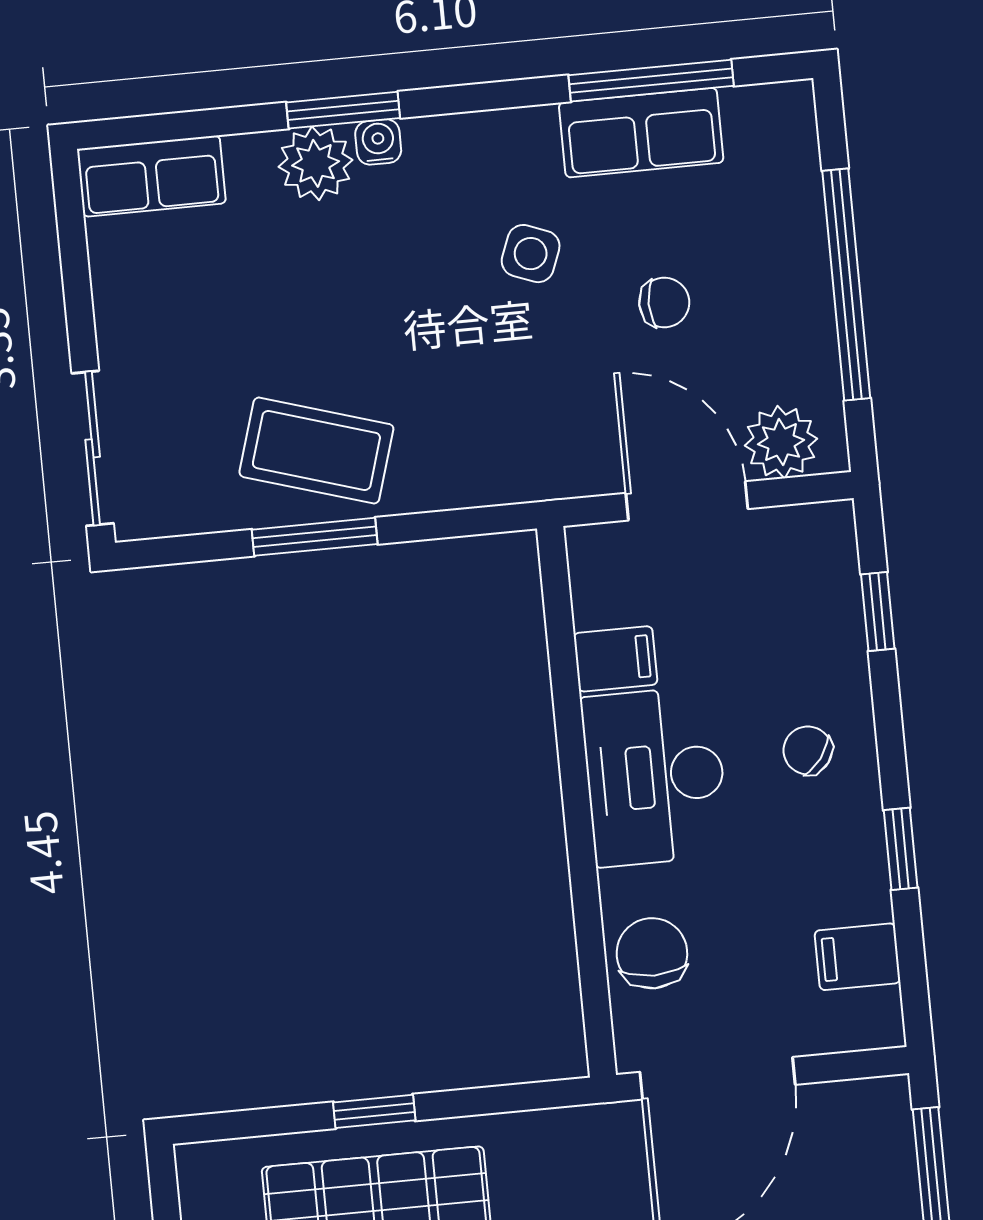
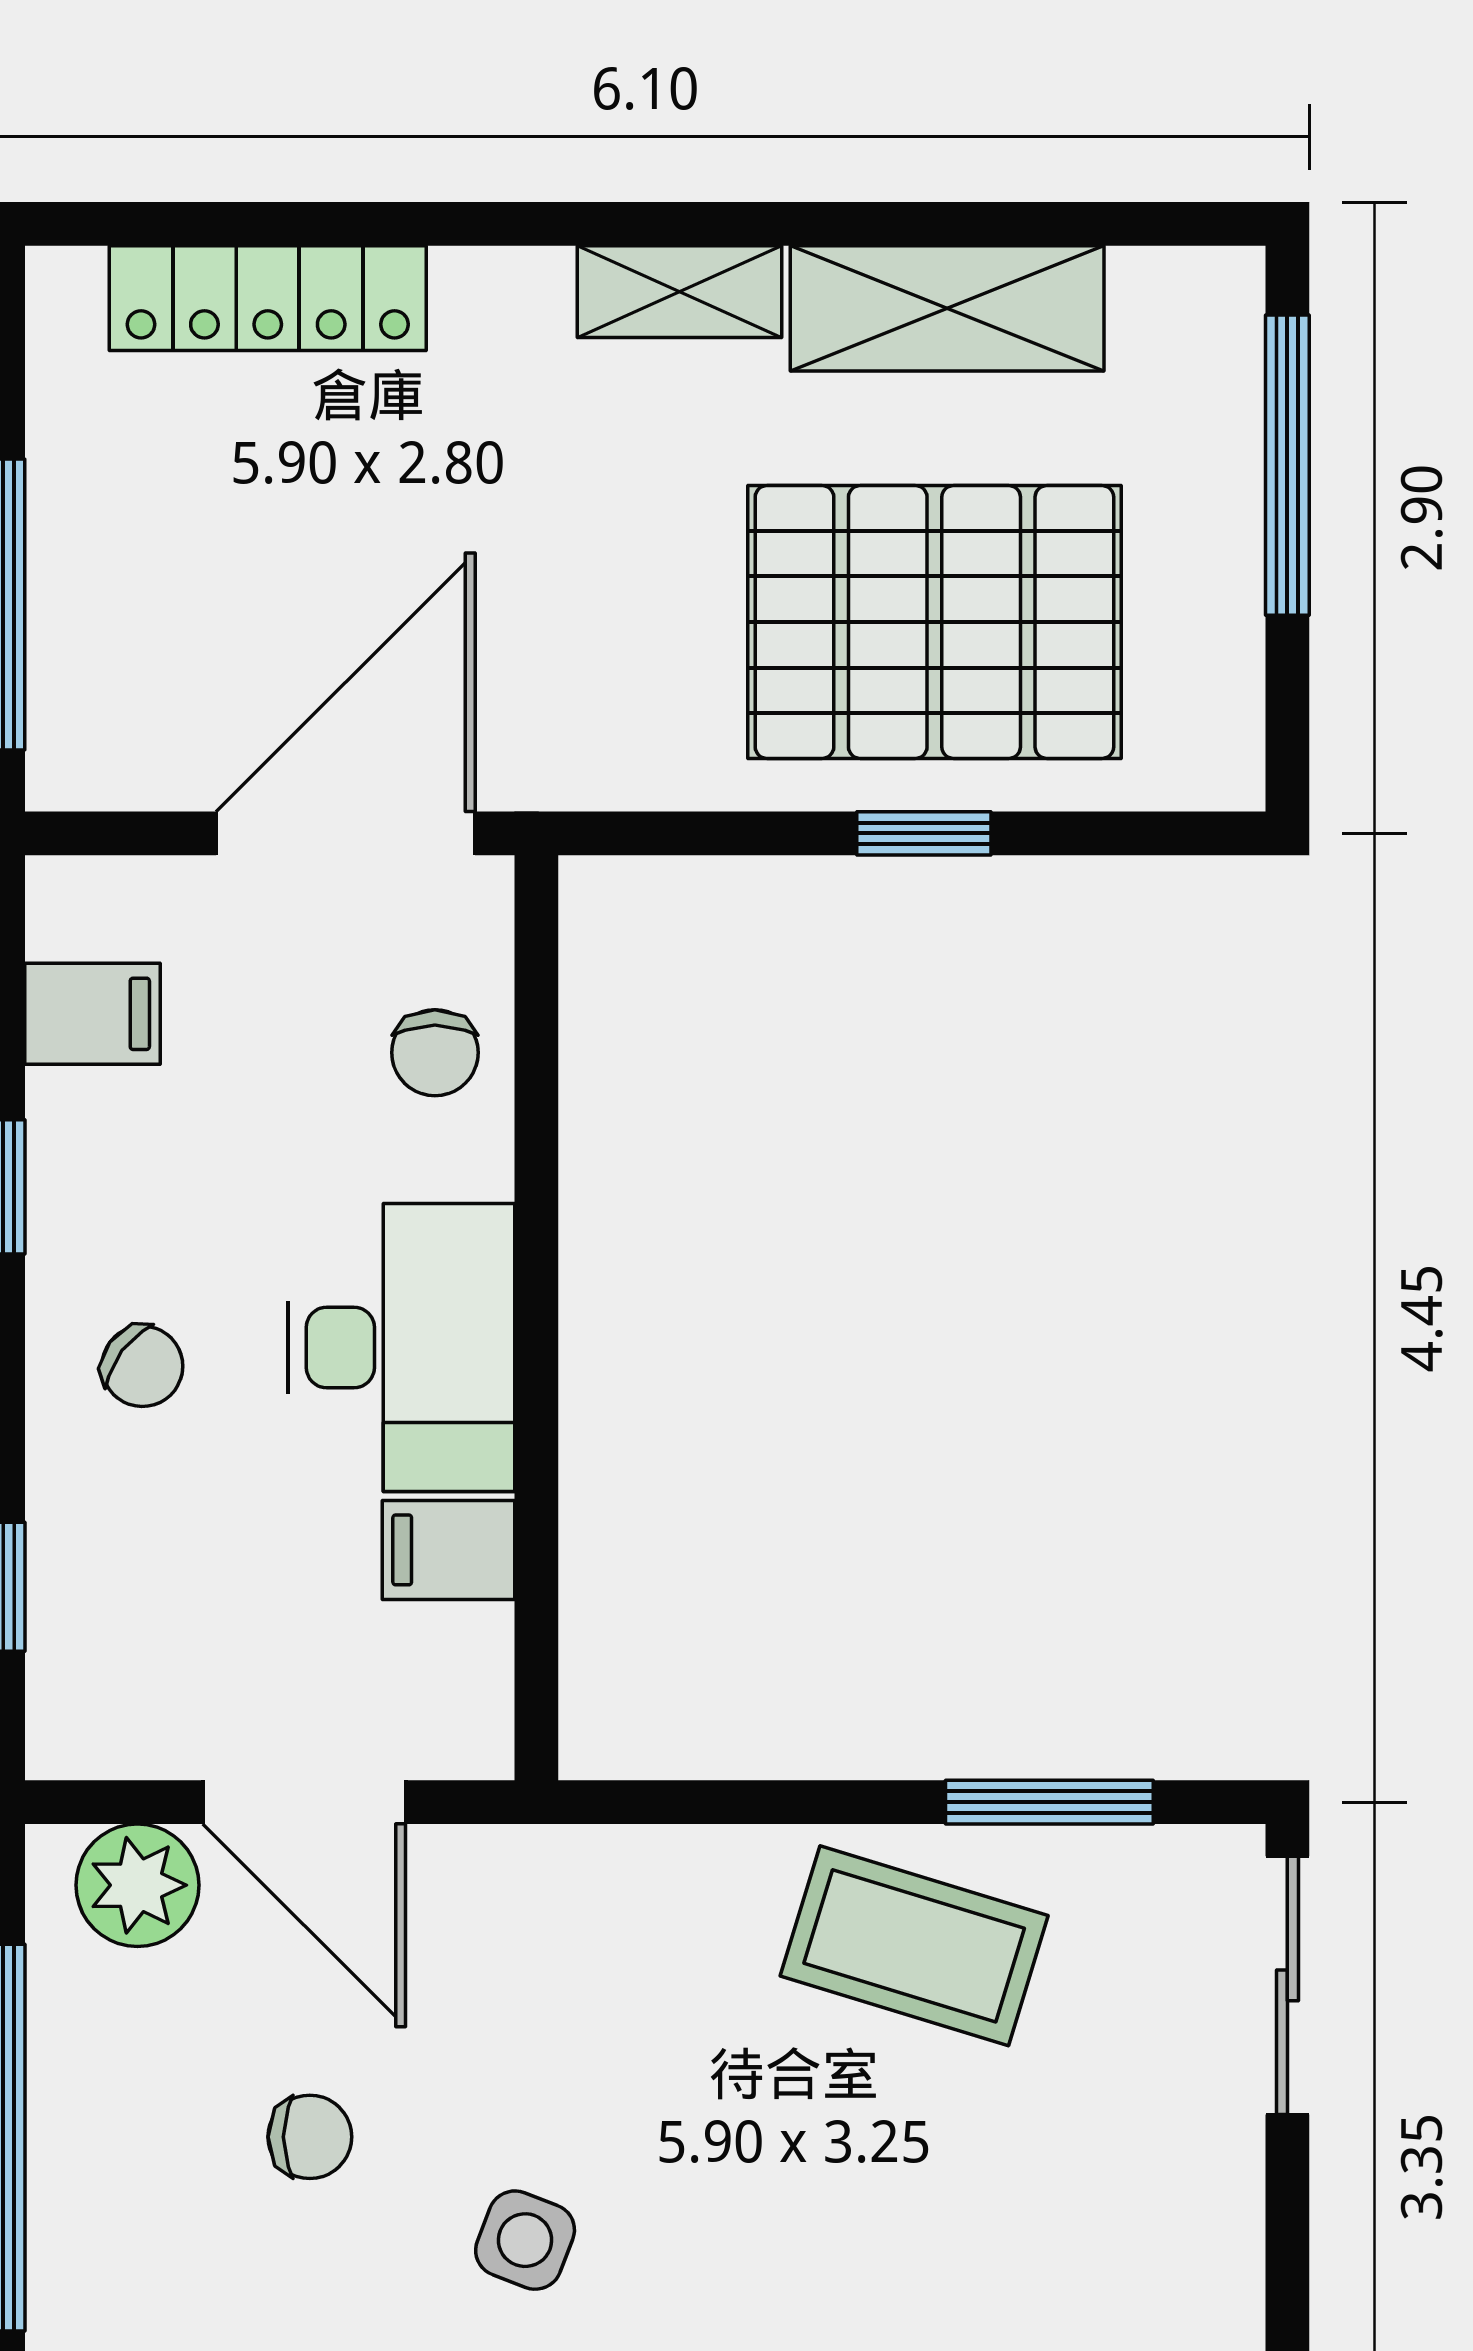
chair: (664, 303) -> (310, 2137), turned 180
window: (315, 537) -> (1049, 1802), moved
chair: (652, 953) -> (435, 1053), width x0.73, depth x0.73

